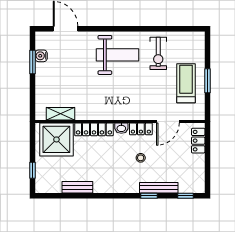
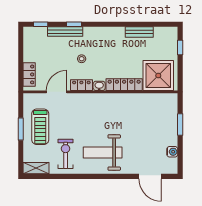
window: (33, 62) -> (180, 124), moved
shelving: (60, 114) -> (36, 168), moved

